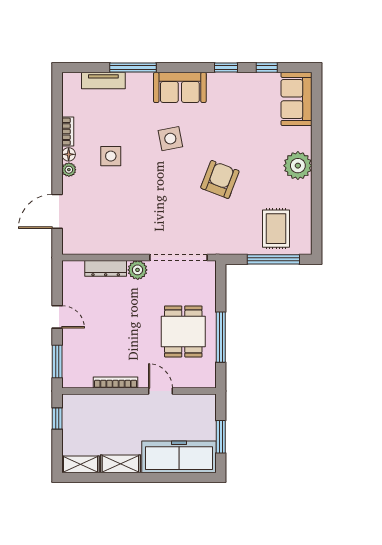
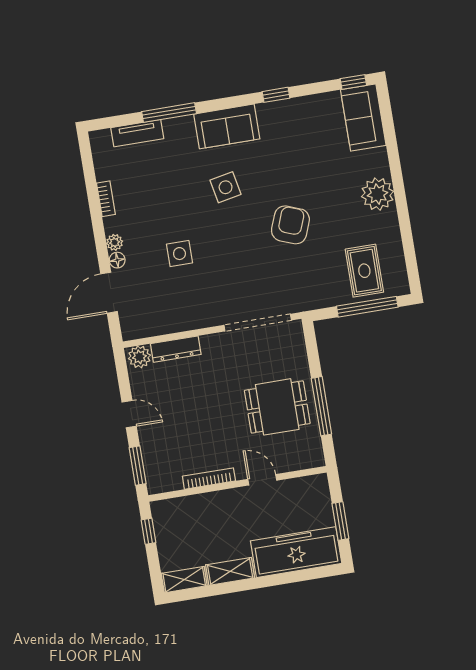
window: (267, 68) -> (353, 82), moved
floor lamp: (69, 154) -> (117, 260), moved
side table: (111, 156) -> (179, 254), moved
plant: (138, 270) -> (139, 357), moved
dining table: (183, 331) -> (277, 407), turned 90

